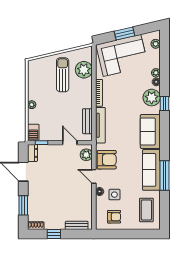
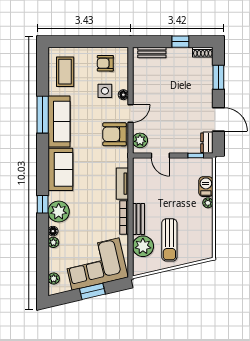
bench: (87, 121) -> (139, 219), moved
tv unit: (100, 125) -> (122, 184), width x0.71
barbecue: (33, 132) -> (206, 187), moved
door: (94, 176) -> (130, 114), hinge flipped

